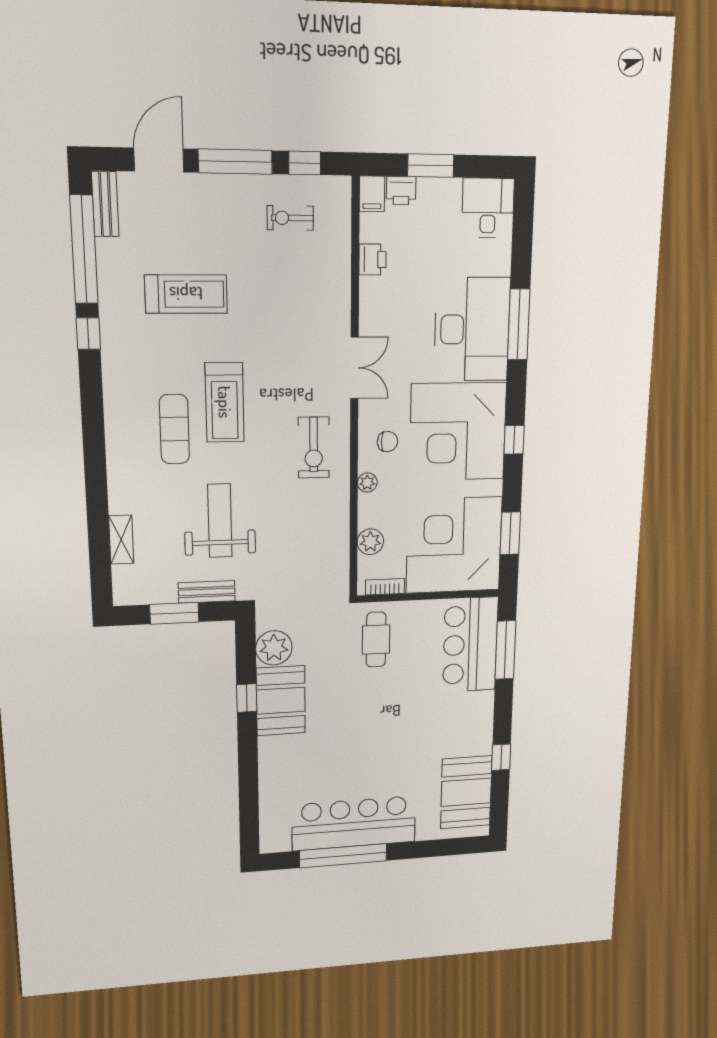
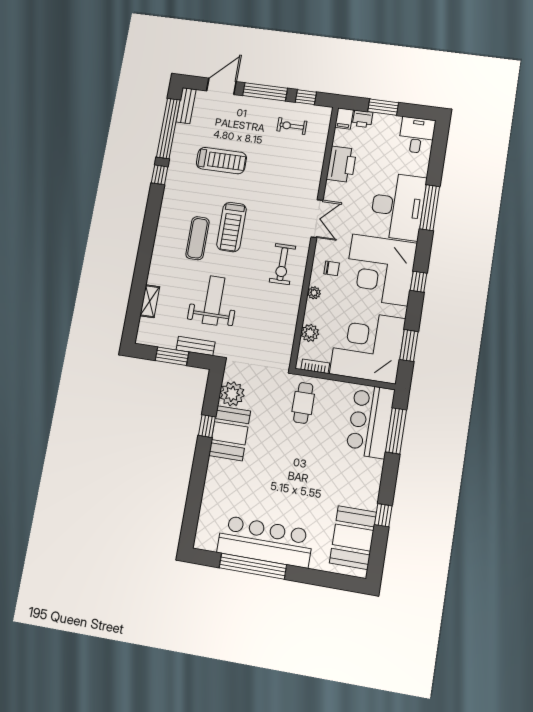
printer: (372, 260) -> (341, 164), width x1.87, depth x1.48

